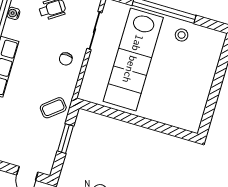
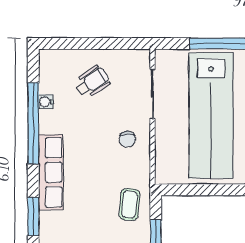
coffee table: (53, 108) -> (129, 204), turned -46

